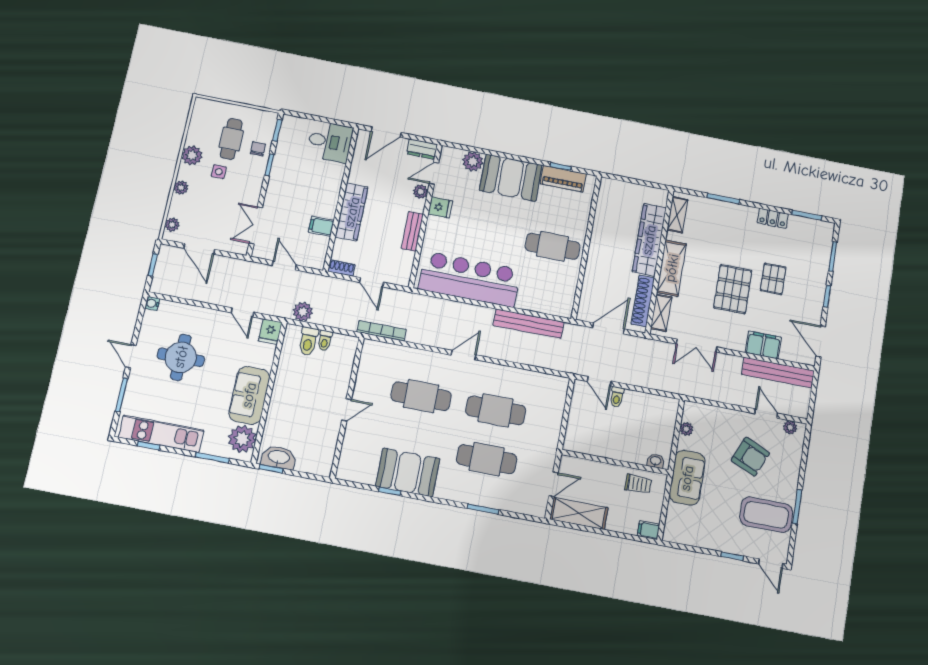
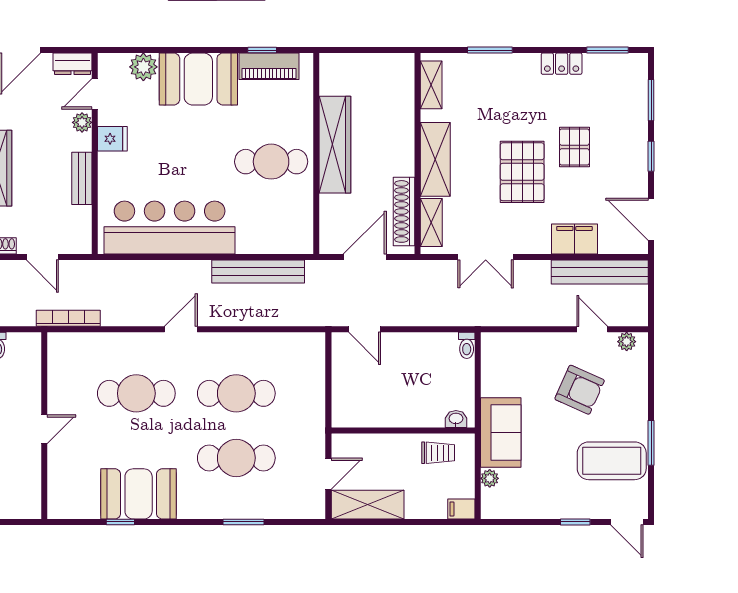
wardrobe: (649, 240) -> (335, 145), moved, turned 180
toilet: (617, 397) -> (467, 345), moved
plant: (686, 429) -> (490, 478), moved

